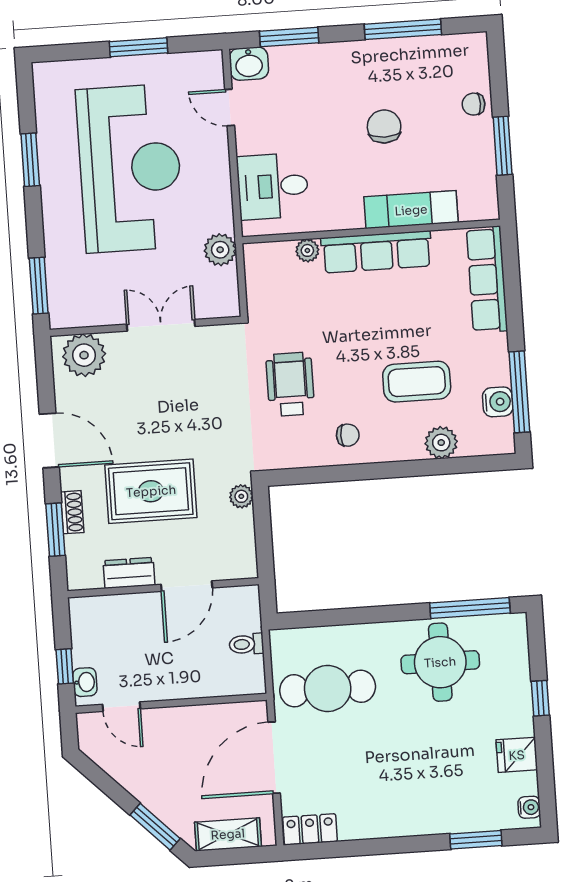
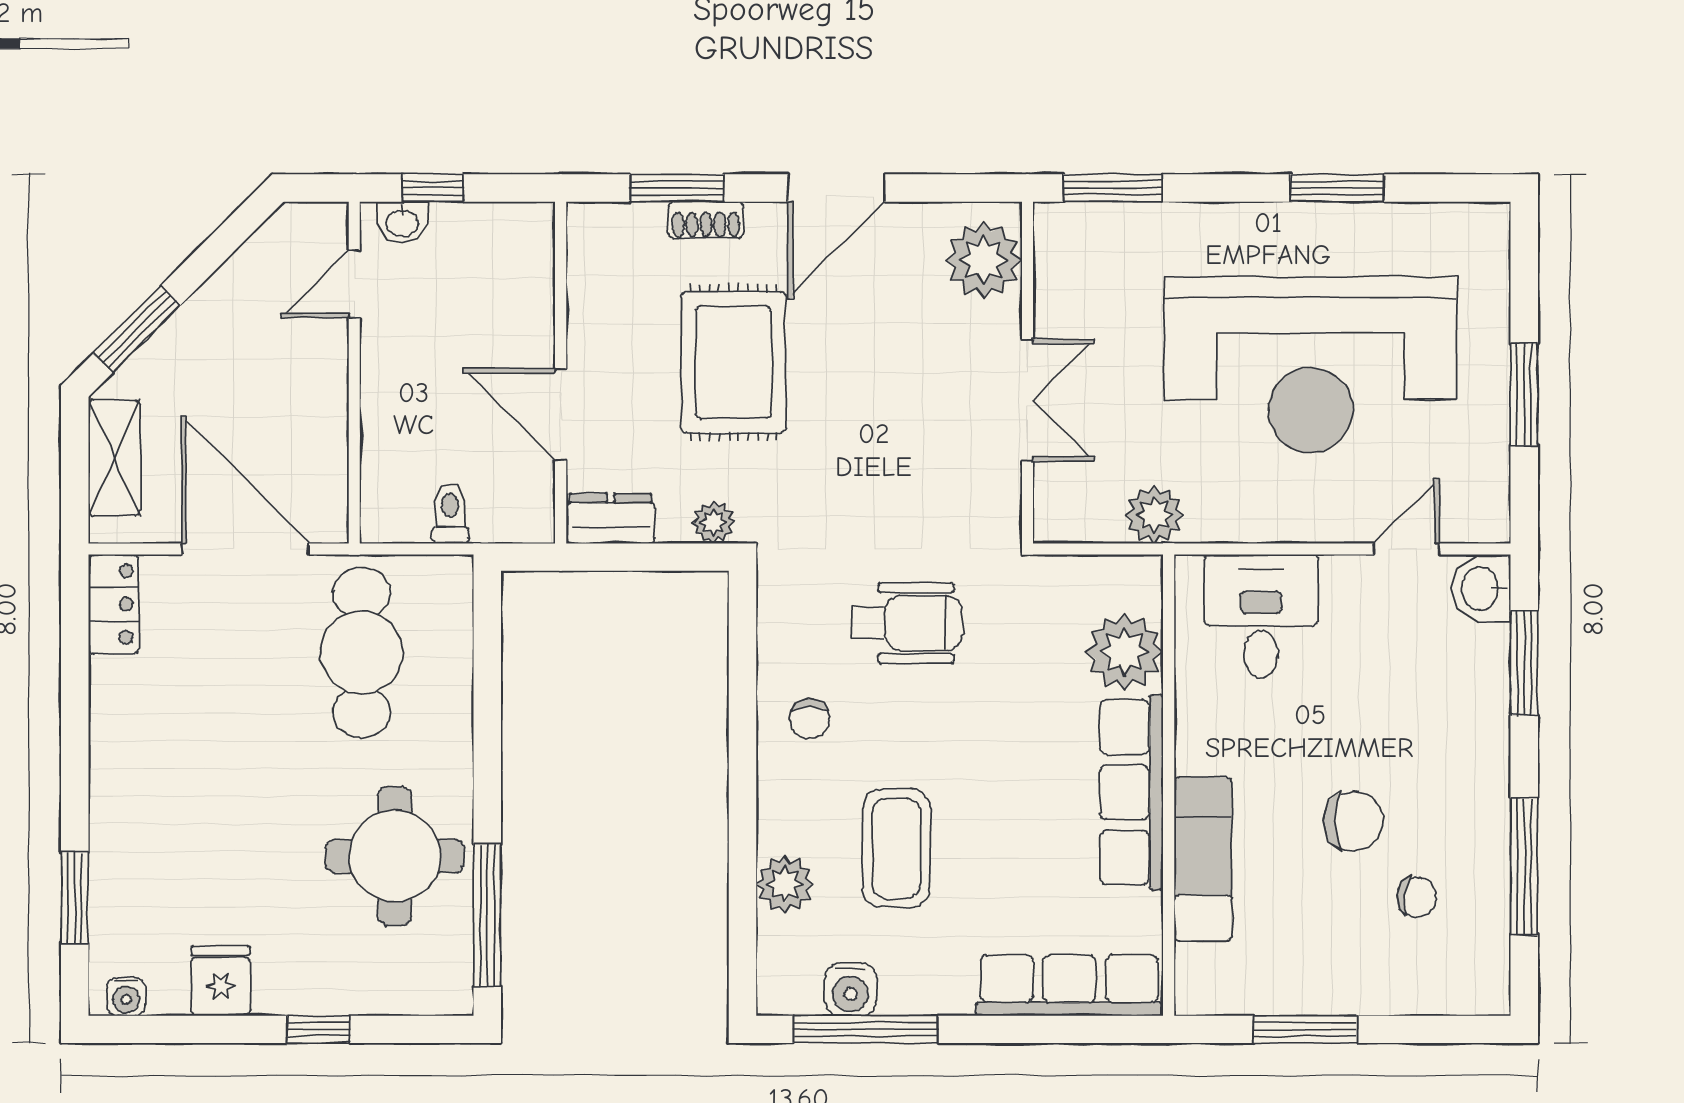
chair: (474, 104) -> (1417, 897), moved, turned 97
plant: (307, 250) -> (1124, 652), width x1.88, depth x1.88
dresser: (129, 573) -> (610, 519), moved, turned -90

